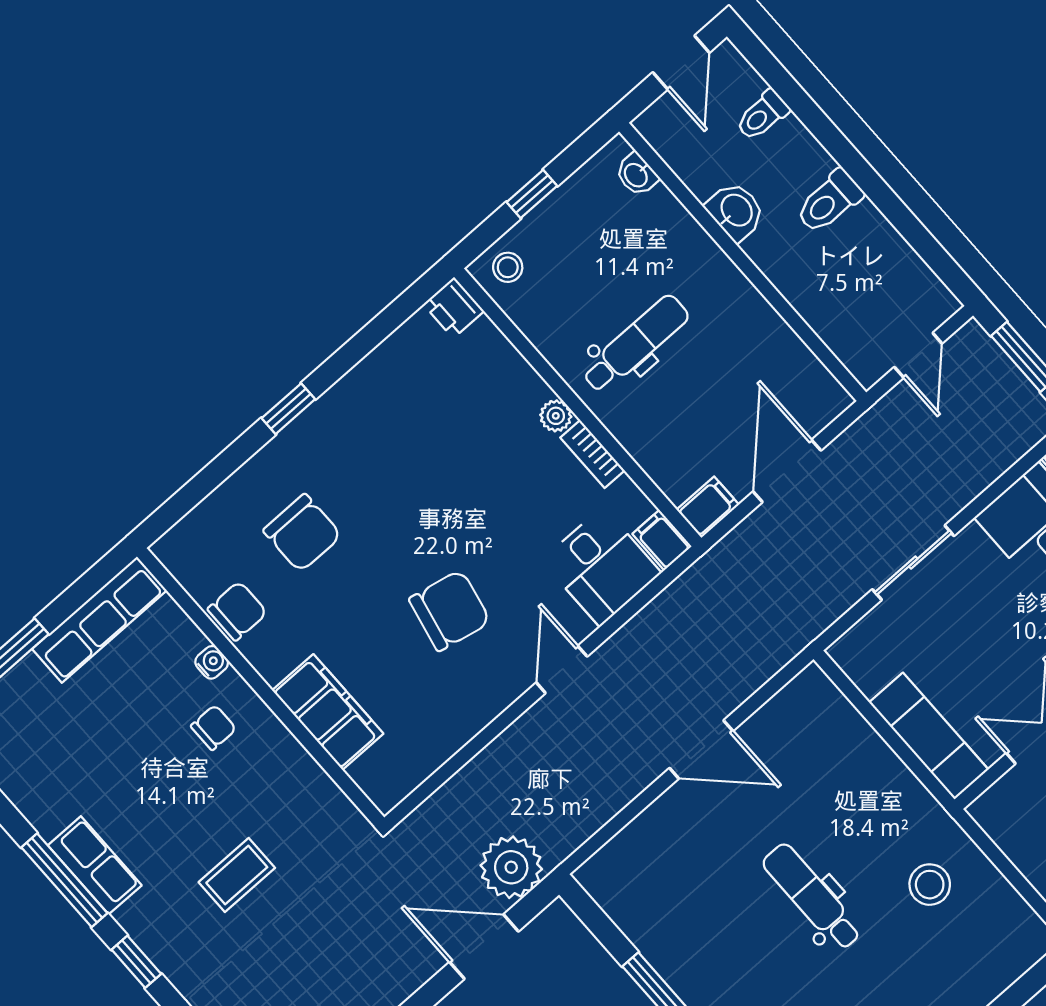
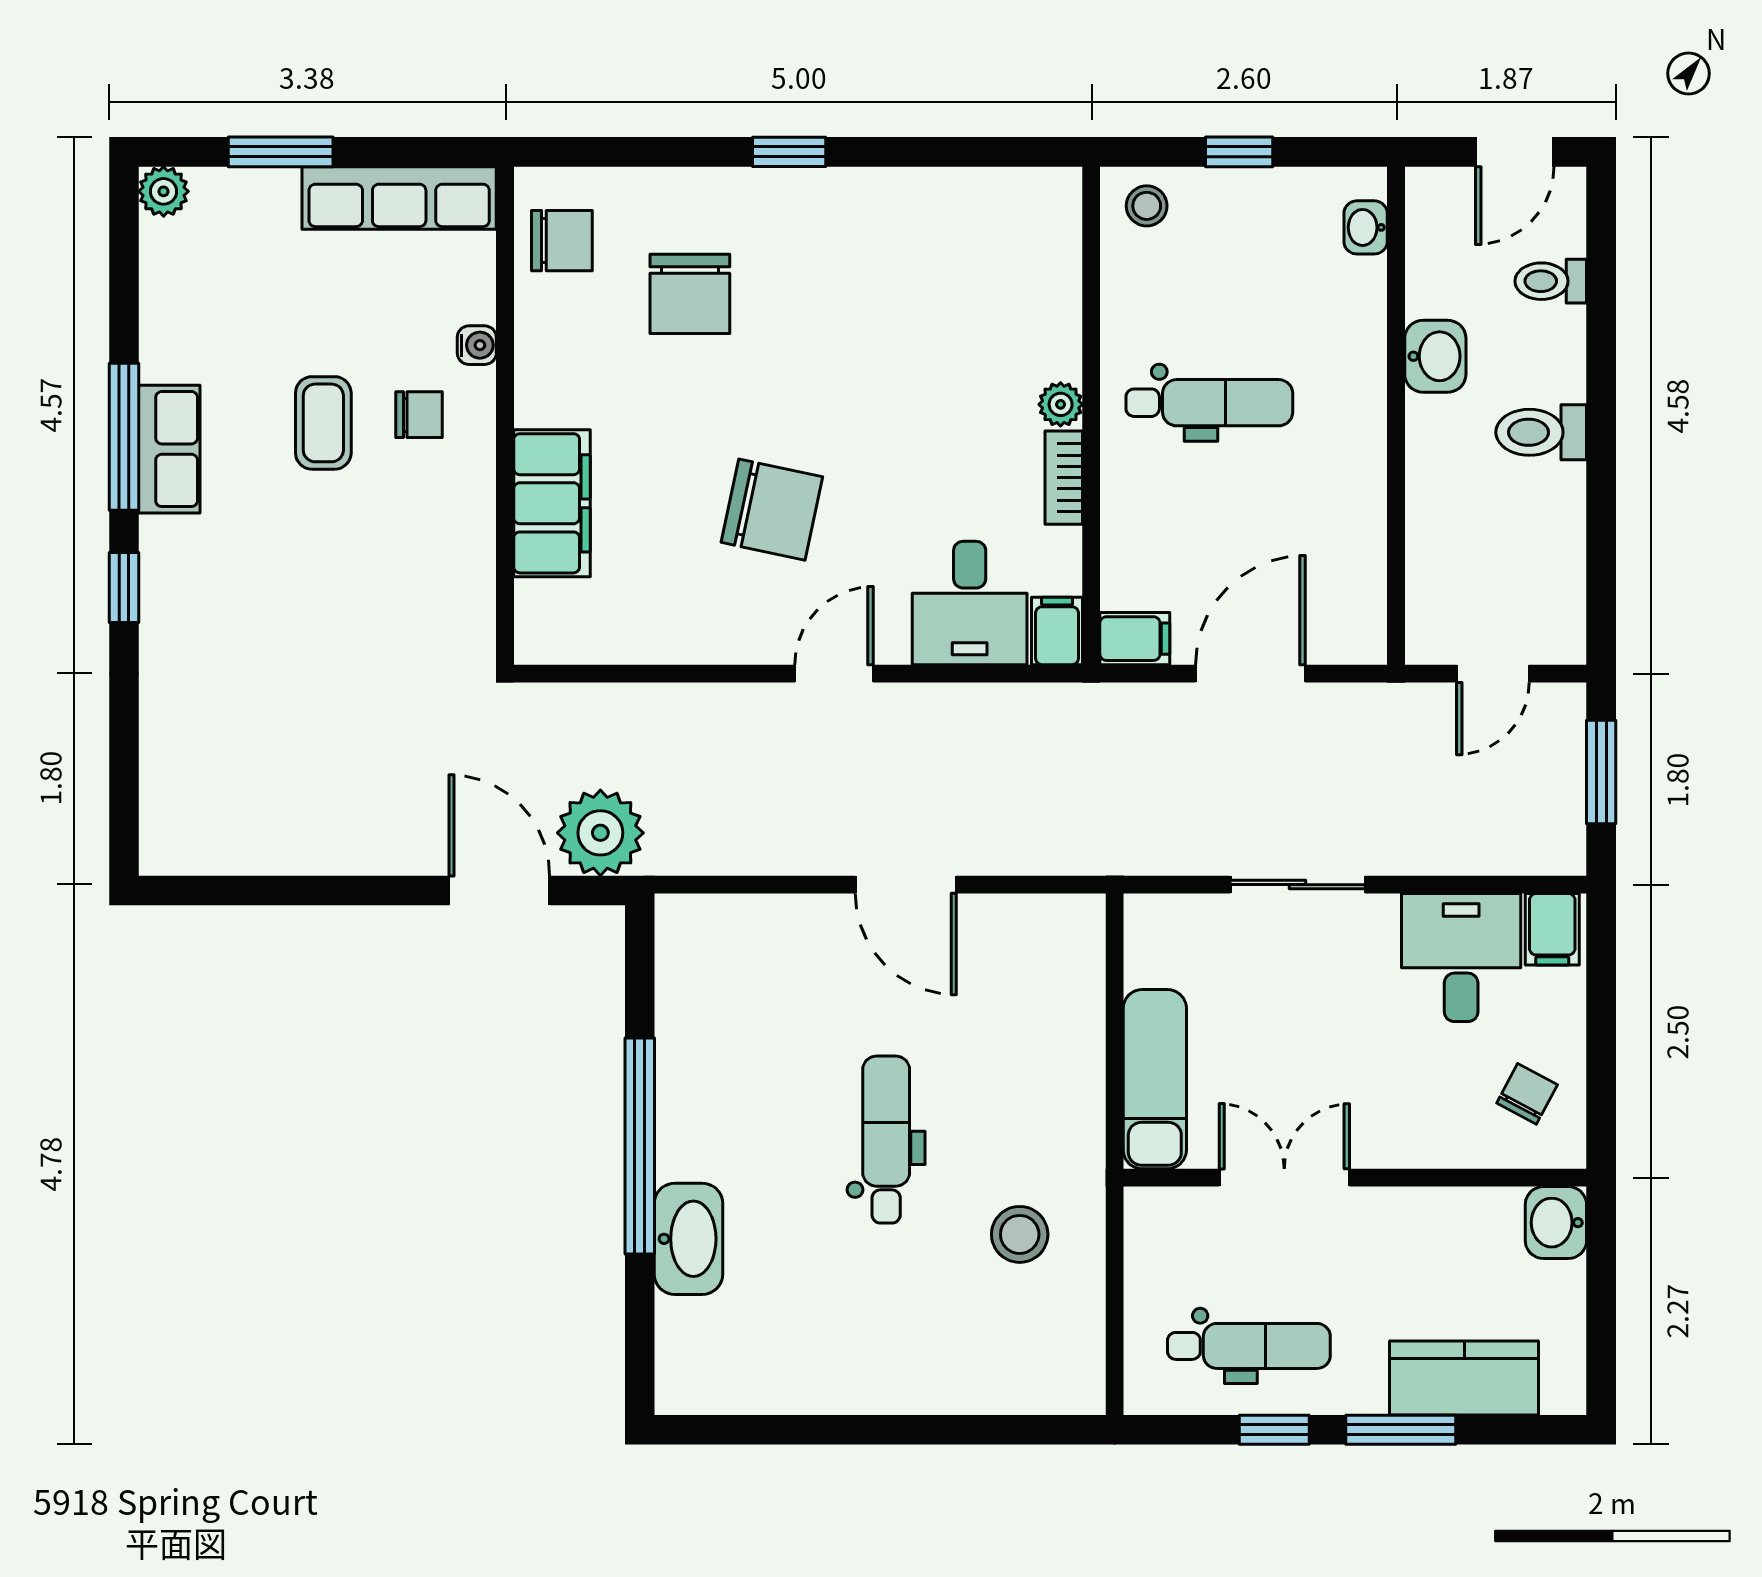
printer: (454, 308) -> (1054, 198), removed
chair: (237, 611) -> (562, 241), moved
coffee table: (237, 875) -> (323, 423), moved, turned 90

